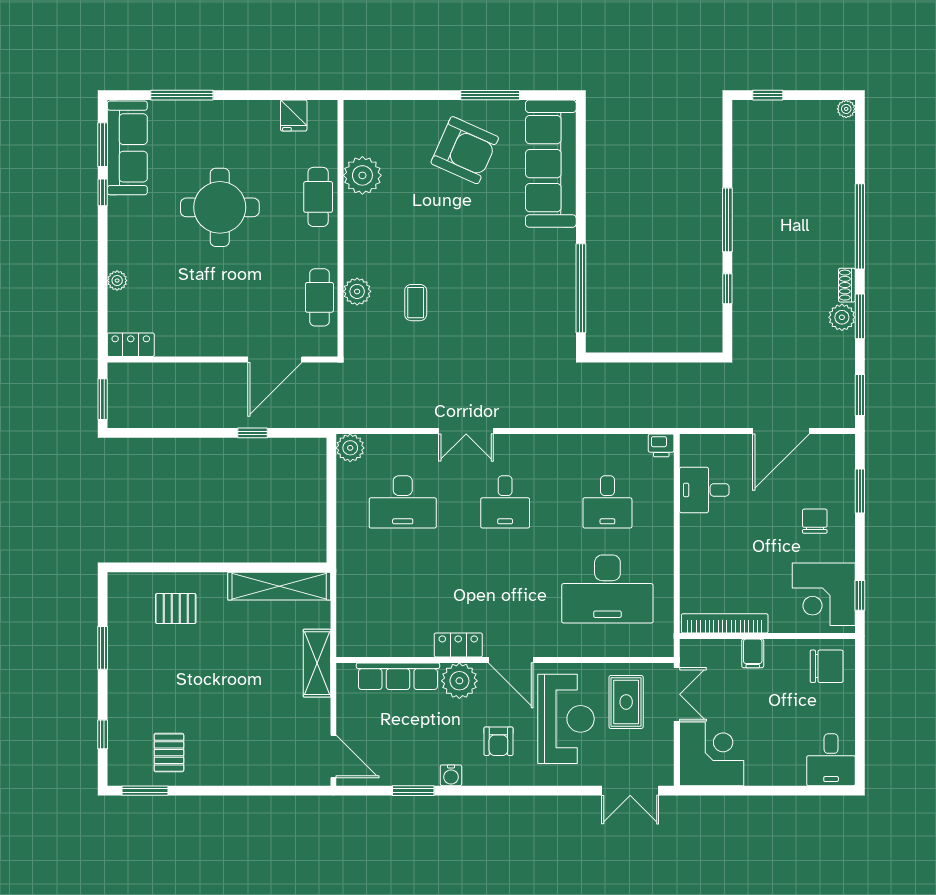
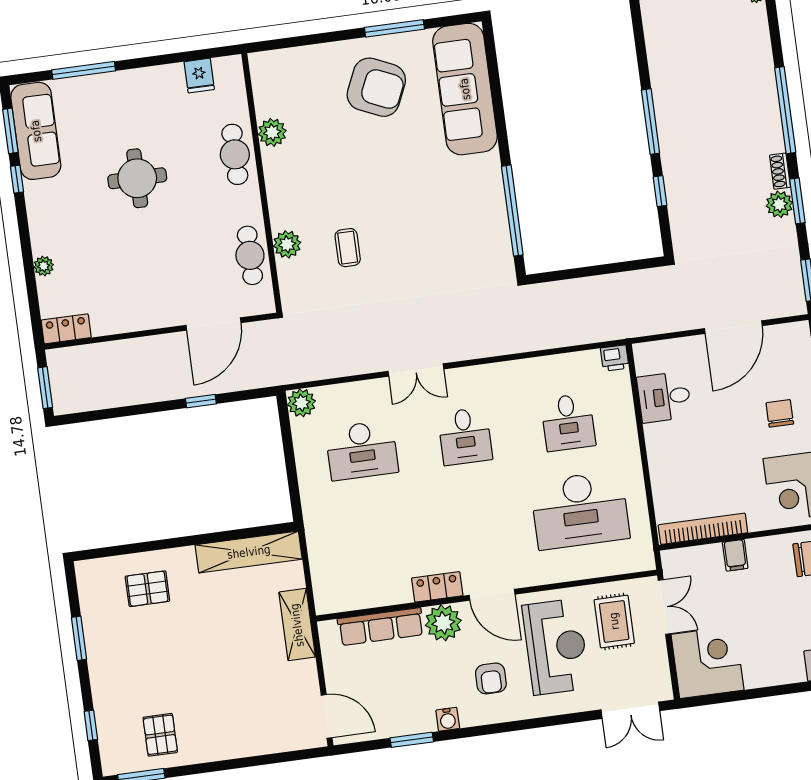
plant: (362, 175) -> (272, 132), width x0.73, depth x0.73
round table: (220, 207) -> (137, 178), width x0.73, depth x0.73

